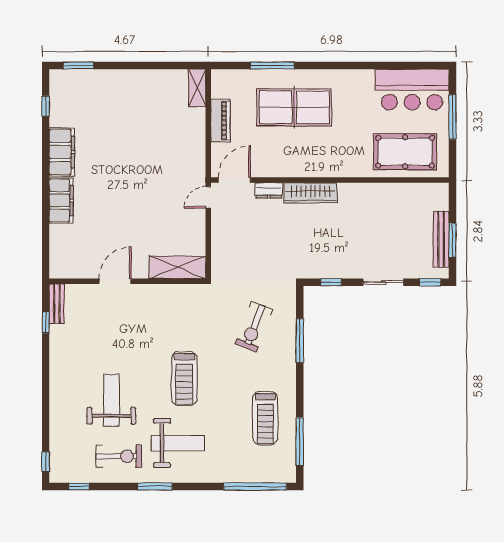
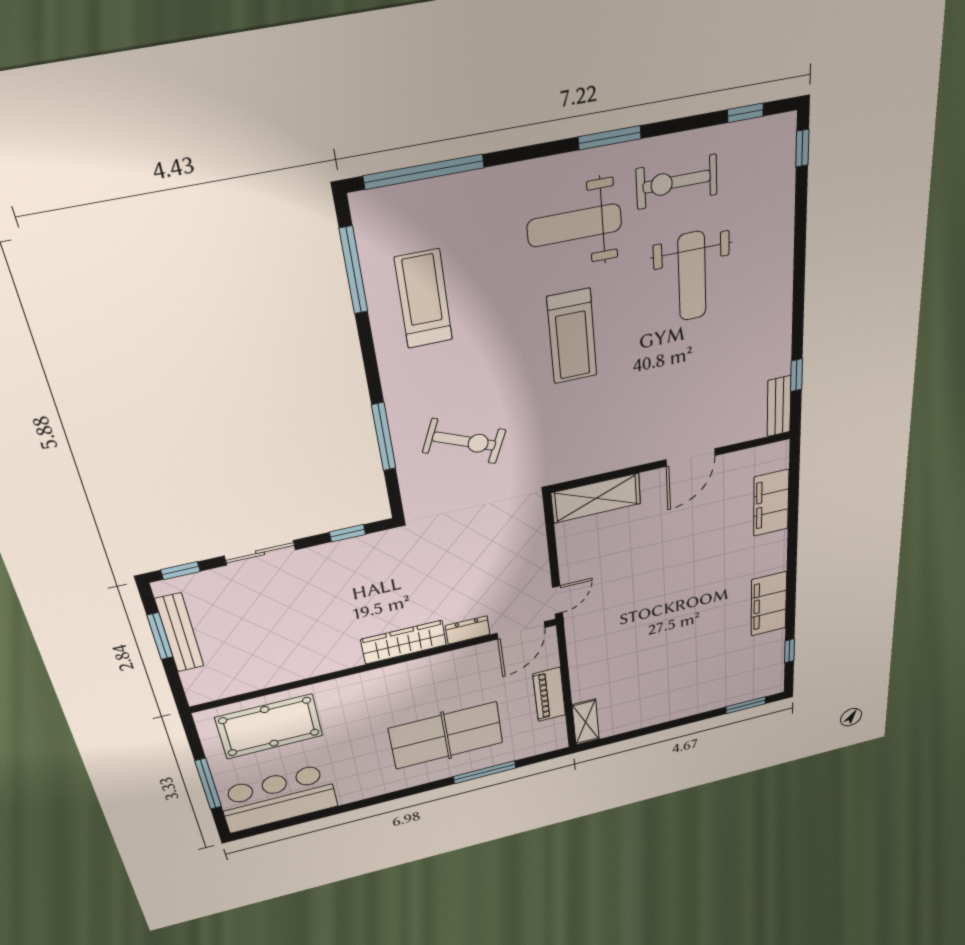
filing cabinet: (61, 201) -> (771, 503), moved
exercise bike: (254, 327) -> (464, 441), turned 92
treadmill: (184, 378) -> (572, 336), turned 180

